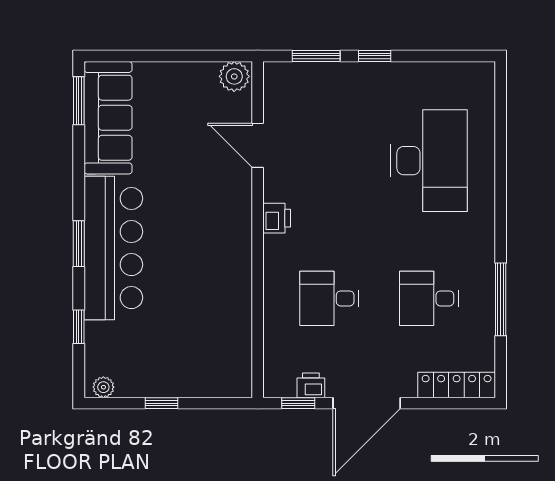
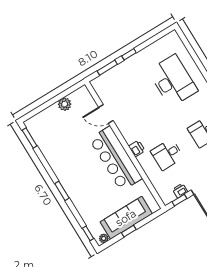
plant: (234, 76) -> (65, 104), moved
sofa: (108, 118) -> (126, 218), moved, turned -90
printer: (277, 218) -> (137, 149), moved
bar counter: (113, 248) -> (116, 159), moved, turned 180
window: (79, 327) -> (88, 233), moved

